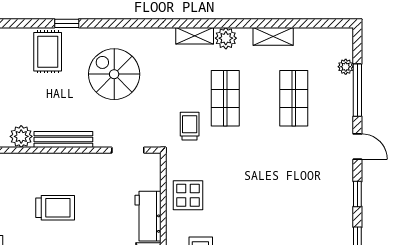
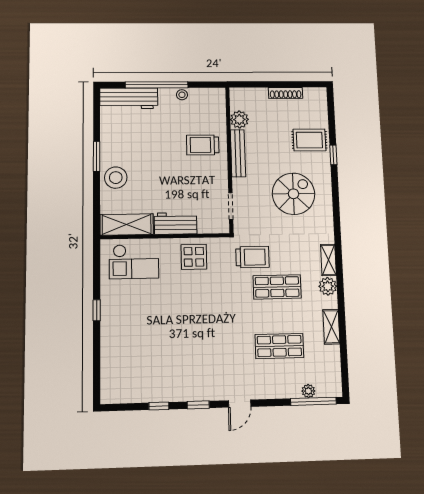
window: (357, 90) -> (313, 401), moved
trolley: (190, 126) -> (252, 257), width x1.36, depth x1.39
trolley: (55, 208) -> (203, 145), moved, turned 90

